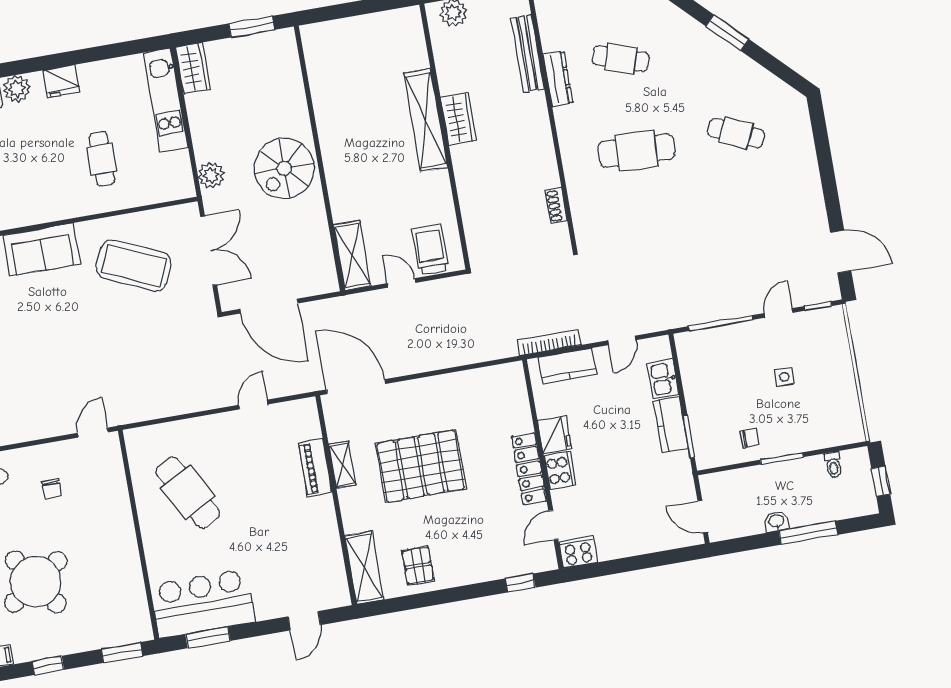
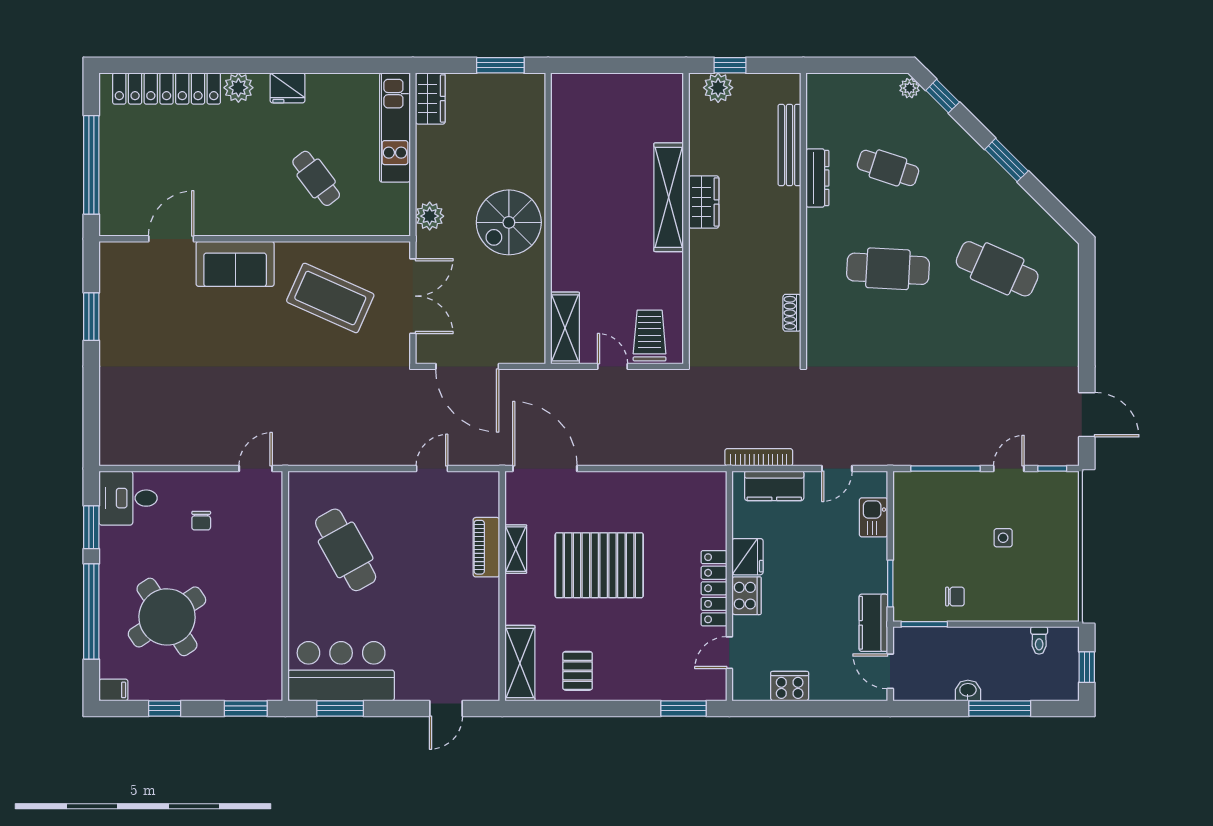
cafe table: (736, 133) -> (997, 269), width x1.37, depth x1.35
cafe table: (102, 159) -> (316, 178), turned -37
kitchen counter: (671, 425) -> (873, 623), moved
window: (782, 458) -> (924, 624), moved
cooker: (578, 552) -> (790, 686), moved
window: (520, 583) -> (684, 708), width x1.50

